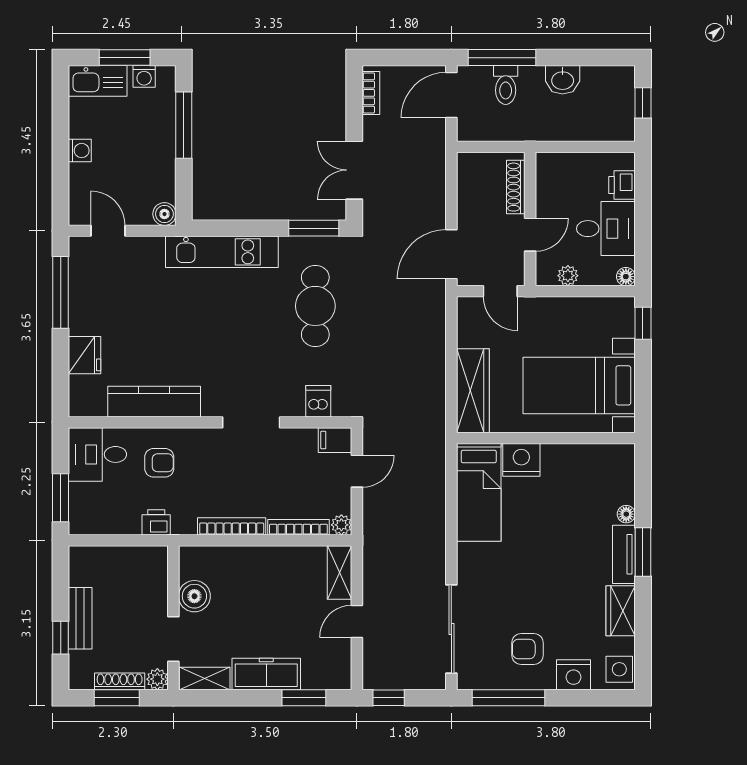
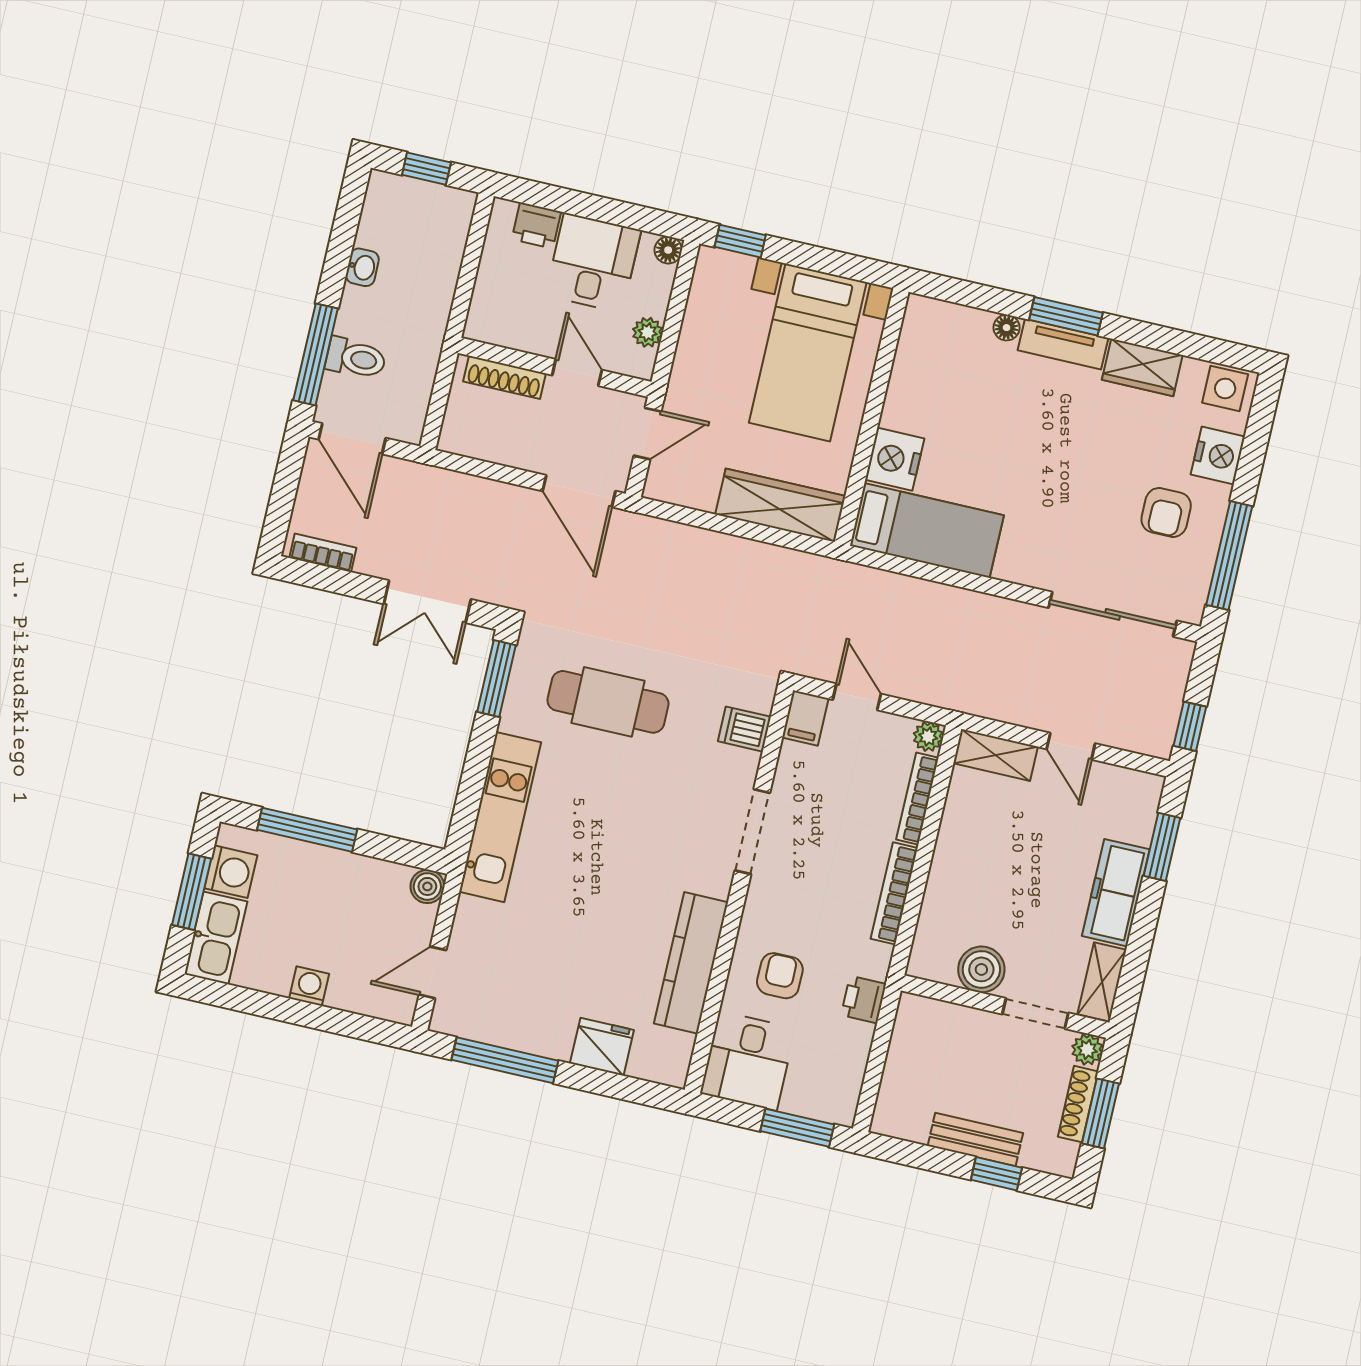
washing machine: (144, 76) -> (231, 872), width x1.38, depth x1.38
washbasin: (563, 80) -> (362, 267), width x0.72, depth x0.69

